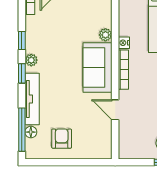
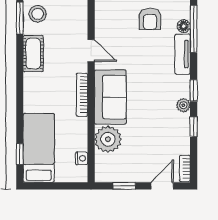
plant: (105, 35) -> (108, 139), width x1.87, depth x1.87
nightstand: (124, 43) -> (82, 158), moved
tv unit: (32, 99) -> (182, 54), width x0.71

